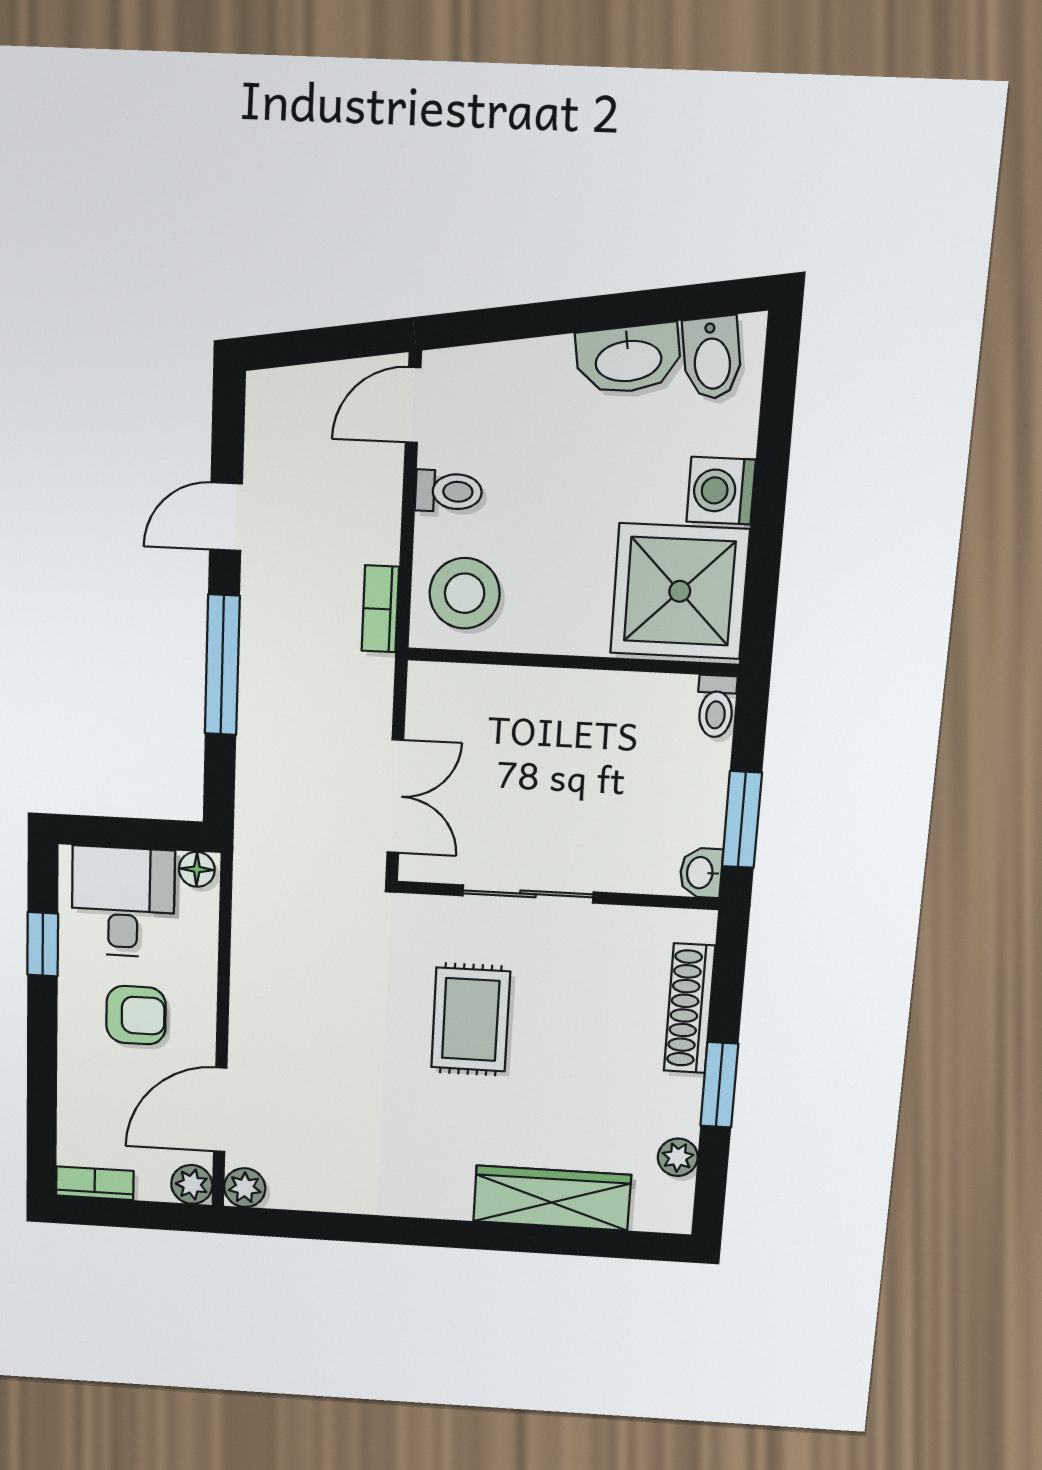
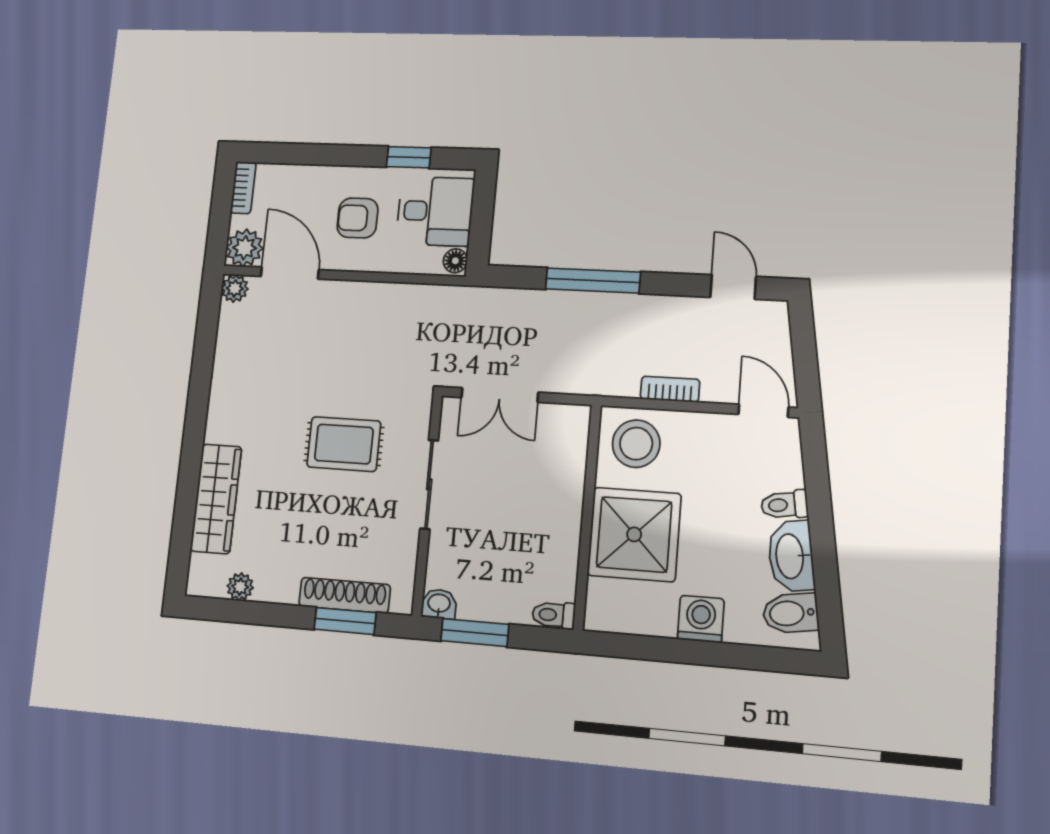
toilet: (449, 491) -> (784, 505), moved, turned 81
door: (226, 517) -> (733, 287), moved
shower: (680, 591) -> (634, 534), moved
bookcase: (380, 609) -> (670, 389), moved
armchair: (136, 1015) -> (358, 218), turned 90
window: (719, 1085) -> (345, 621), moved
plant: (192, 1184) -> (245, 248), width x1.38, depth x1.38

